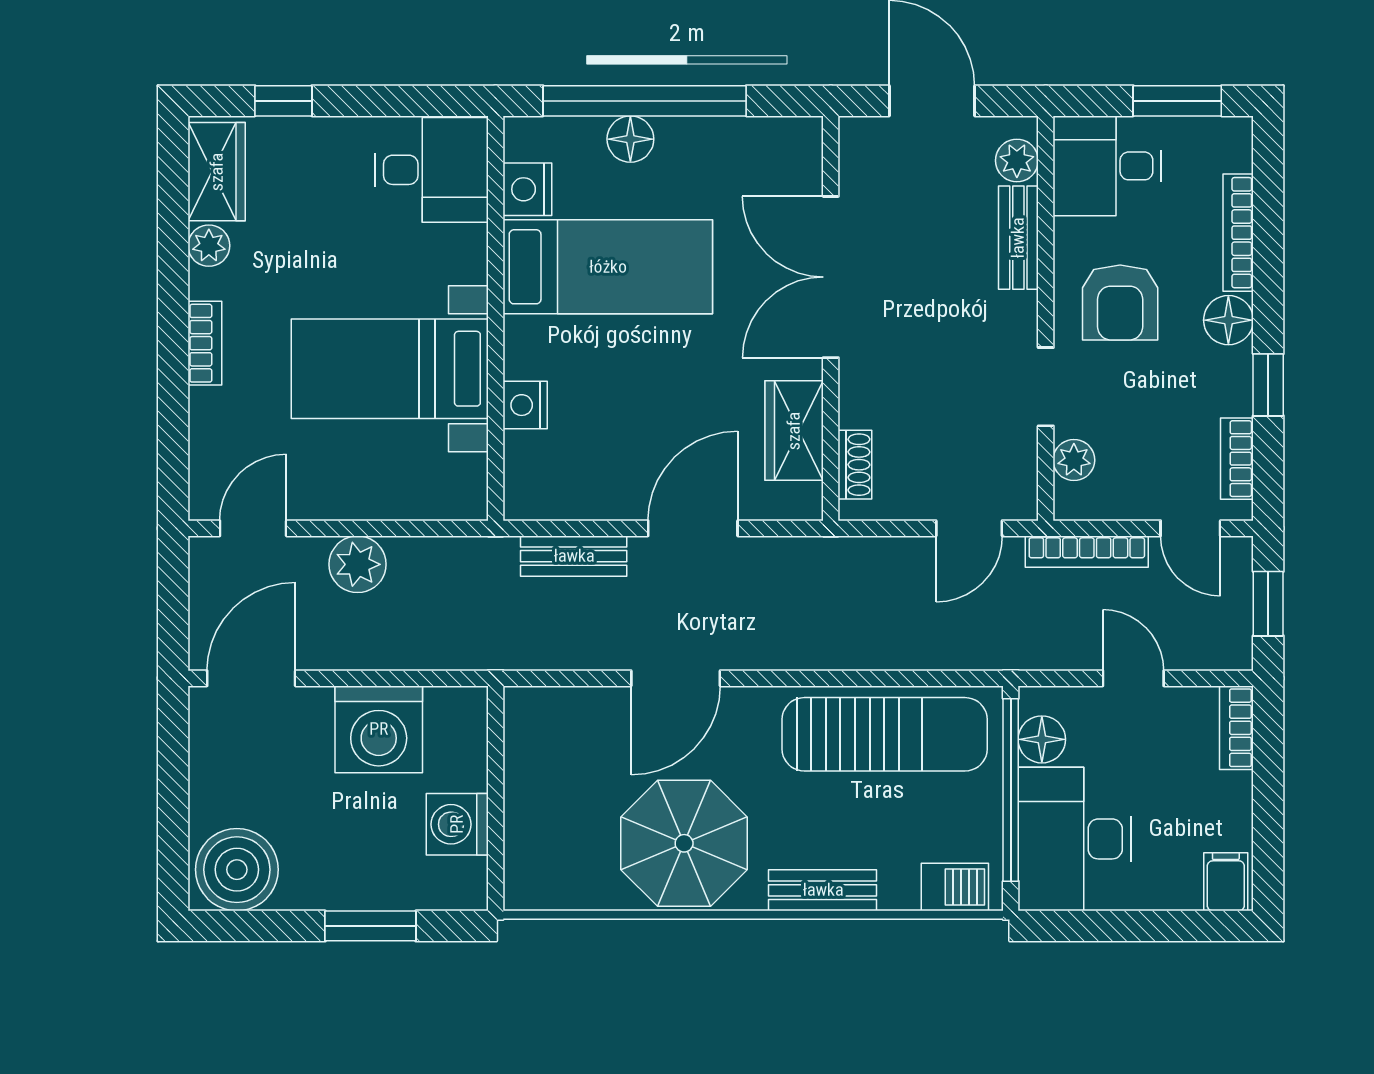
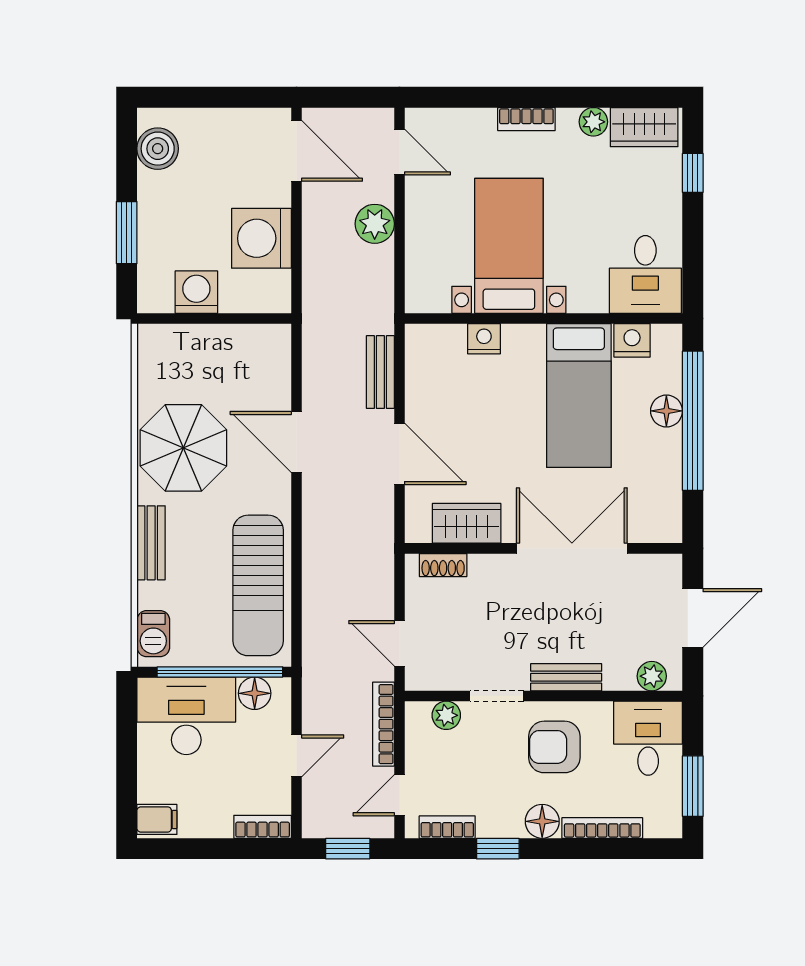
bench: (1018, 238) -> (566, 677), moved
boiler: (237, 870) -> (158, 149), width x0.73, depth x0.73

